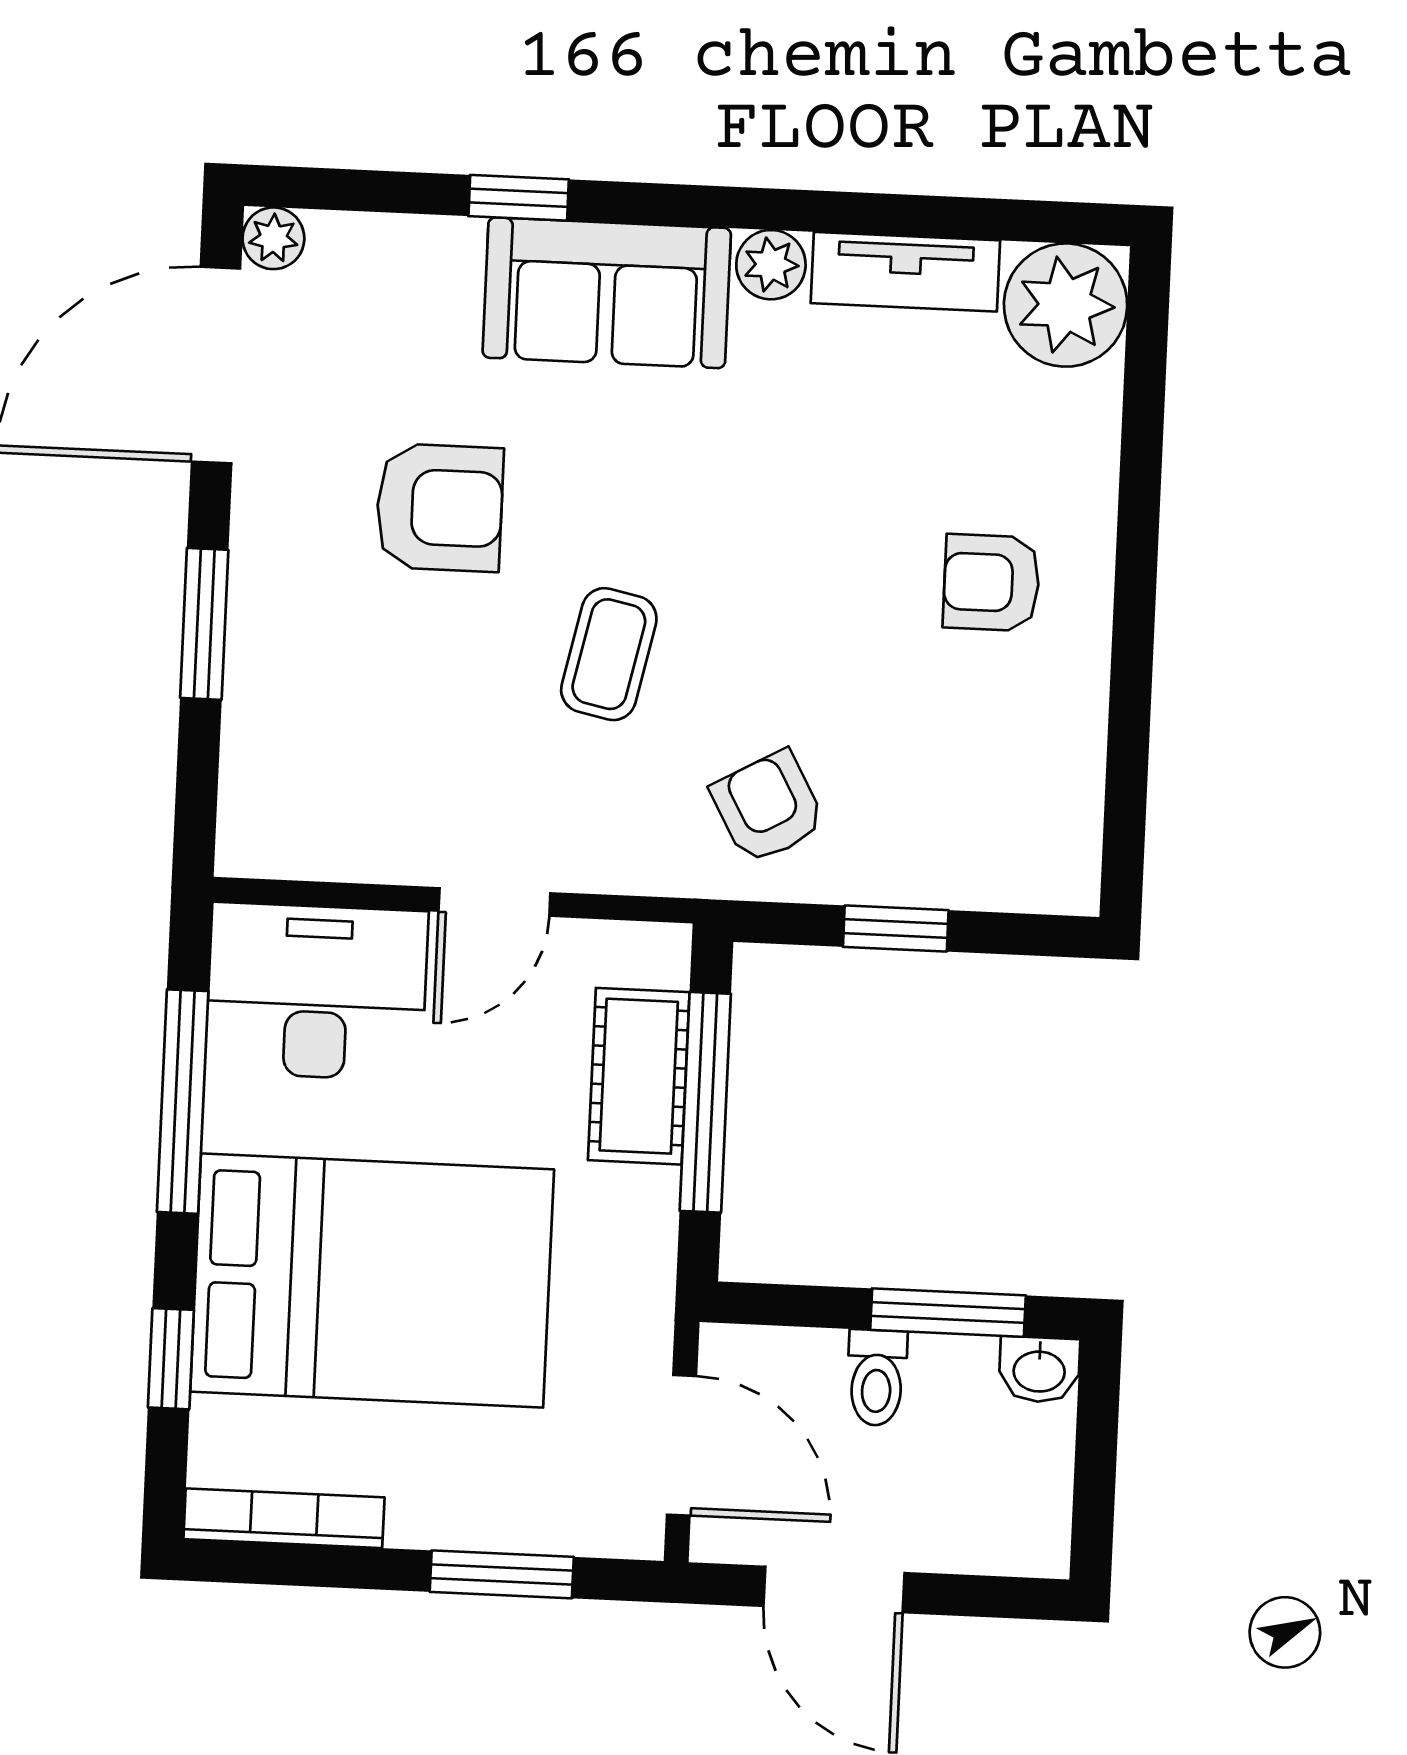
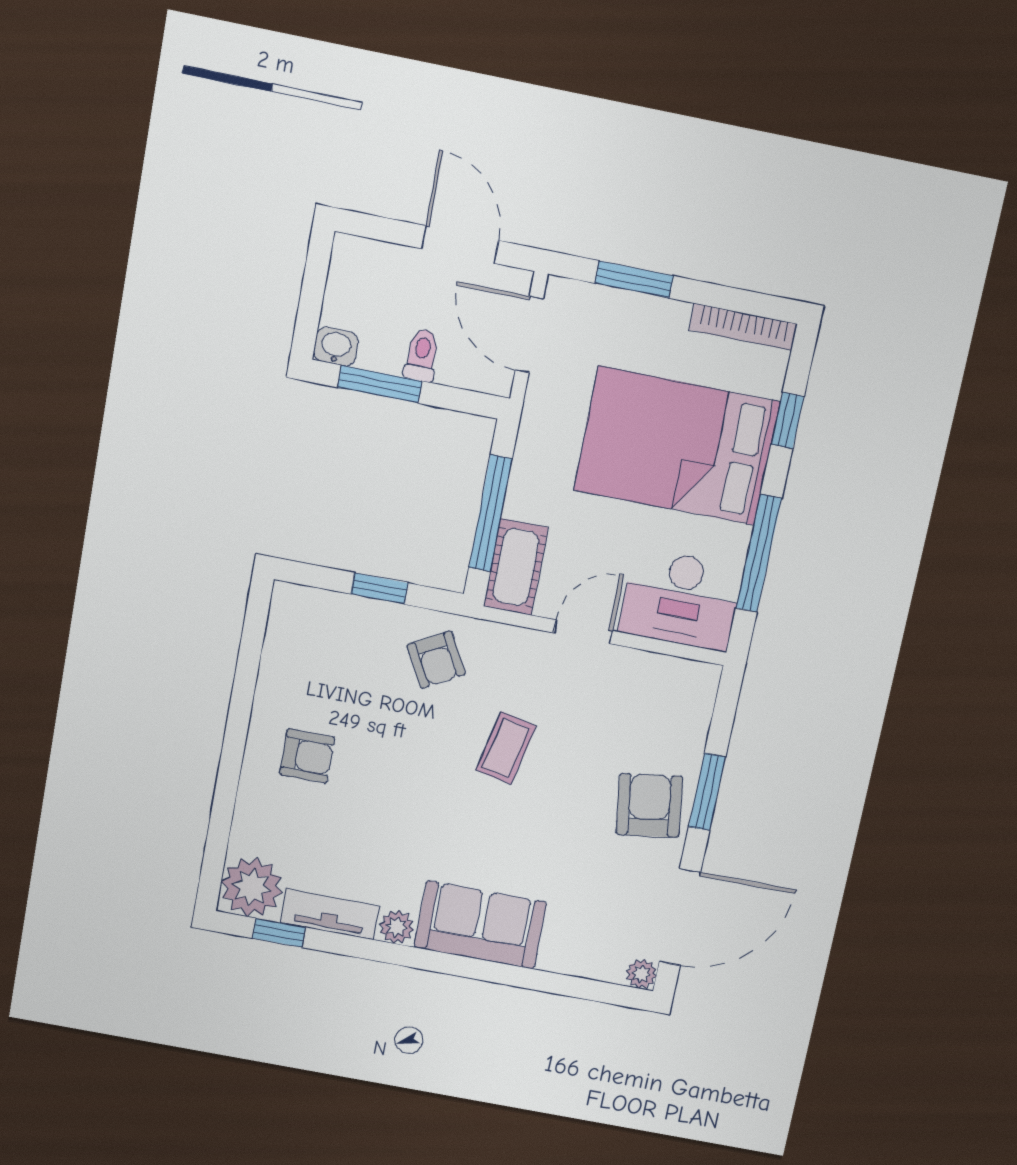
window: (519, 198) -> (279, 933), moved
armchair: (439, 508) -> (649, 805), moved, turned 82
cot: (639, 1076) -> (516, 567), moved

